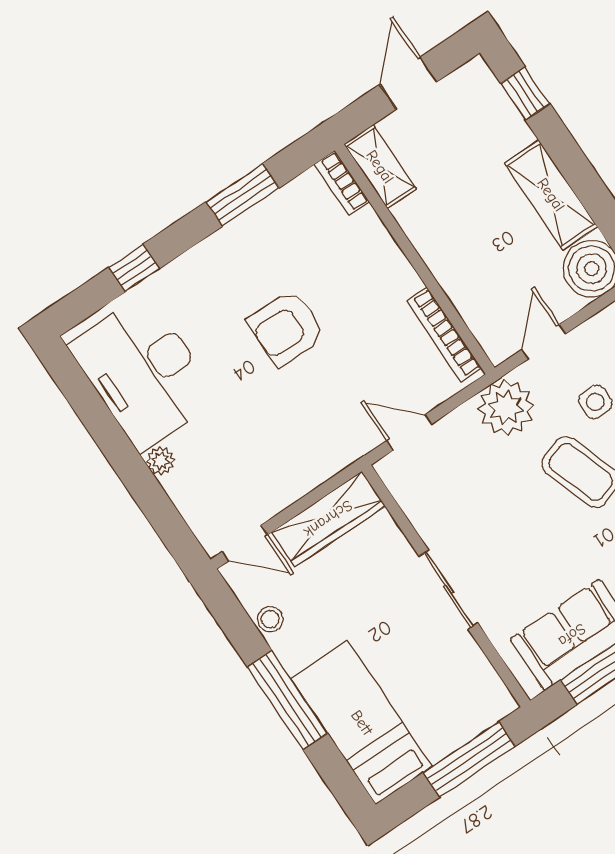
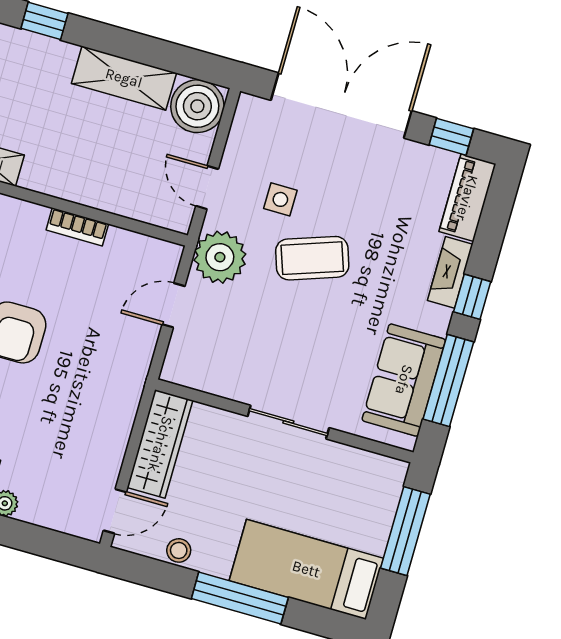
bookcase: (444, 334) -> (77, 227), moved, width x0.64
door: (409, 432) -> (174, 305), moved

